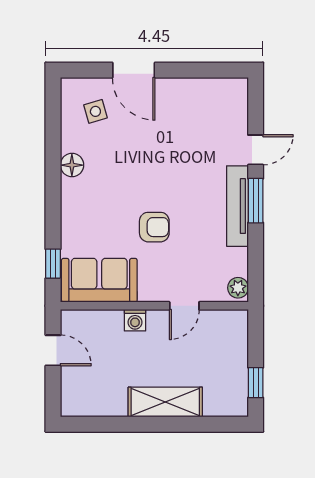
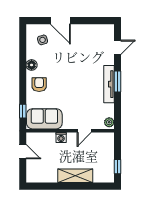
door: (256, 150) -> (117, 47), moved
armchair: (154, 227) -> (39, 85), moved, turned -90

